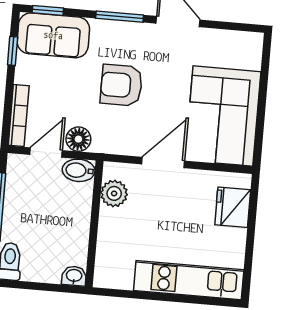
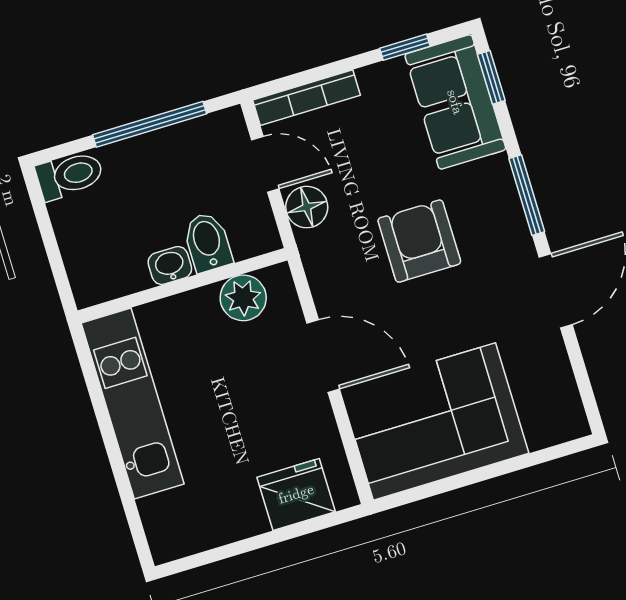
bidet: (79, 170) -> (208, 242), moved
washbasin: (74, 276) -> (170, 265), moved, turned -90
kitchen unit: (189, 280) -> (133, 403), moved

